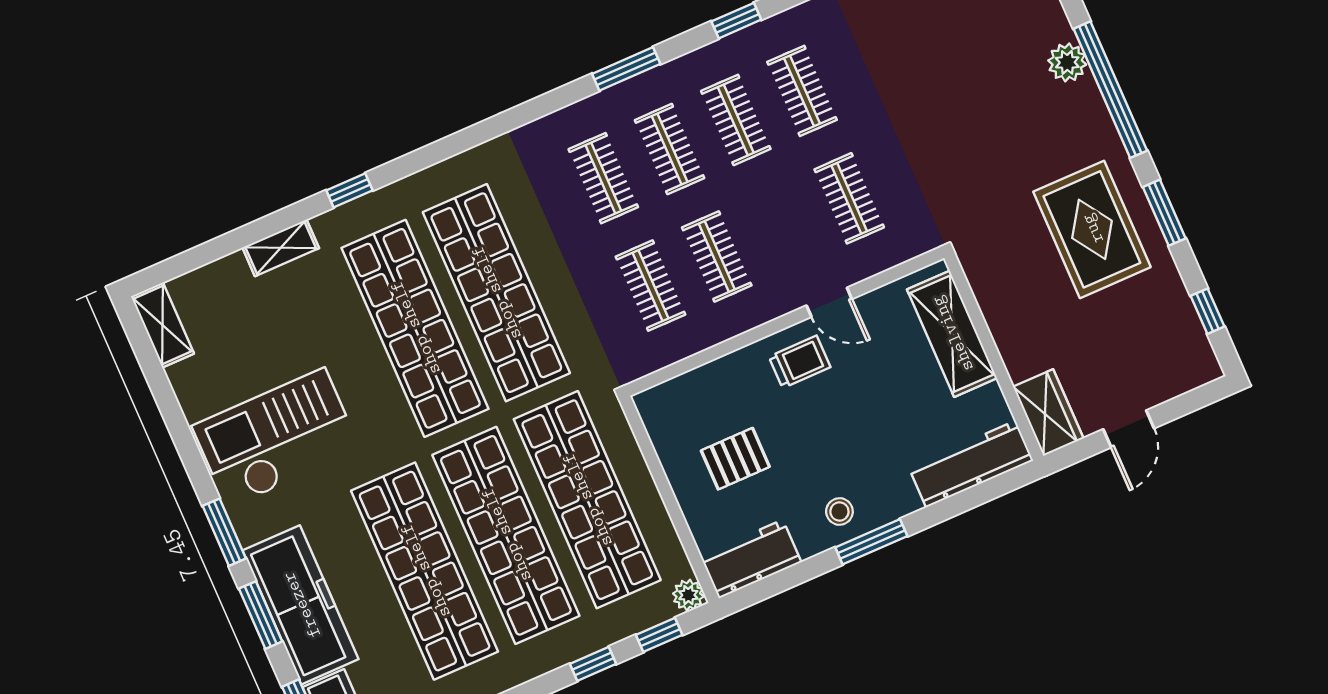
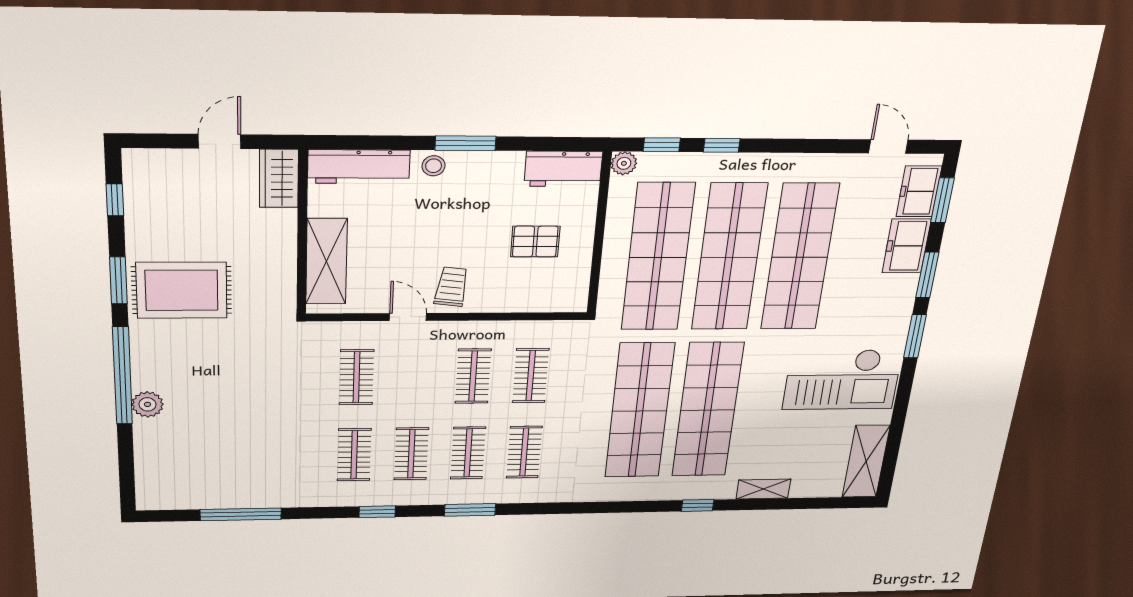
rug: (1092, 229) -> (182, 290), turned 90
shelving: (162, 325) -> (866, 461), width x1.50, depth x1.33
trolley: (800, 362) -> (451, 287), turned 97
stool: (839, 511) -> (434, 166), moved
freezer: (301, 605) -> (907, 246), width x0.52, depth x0.79

